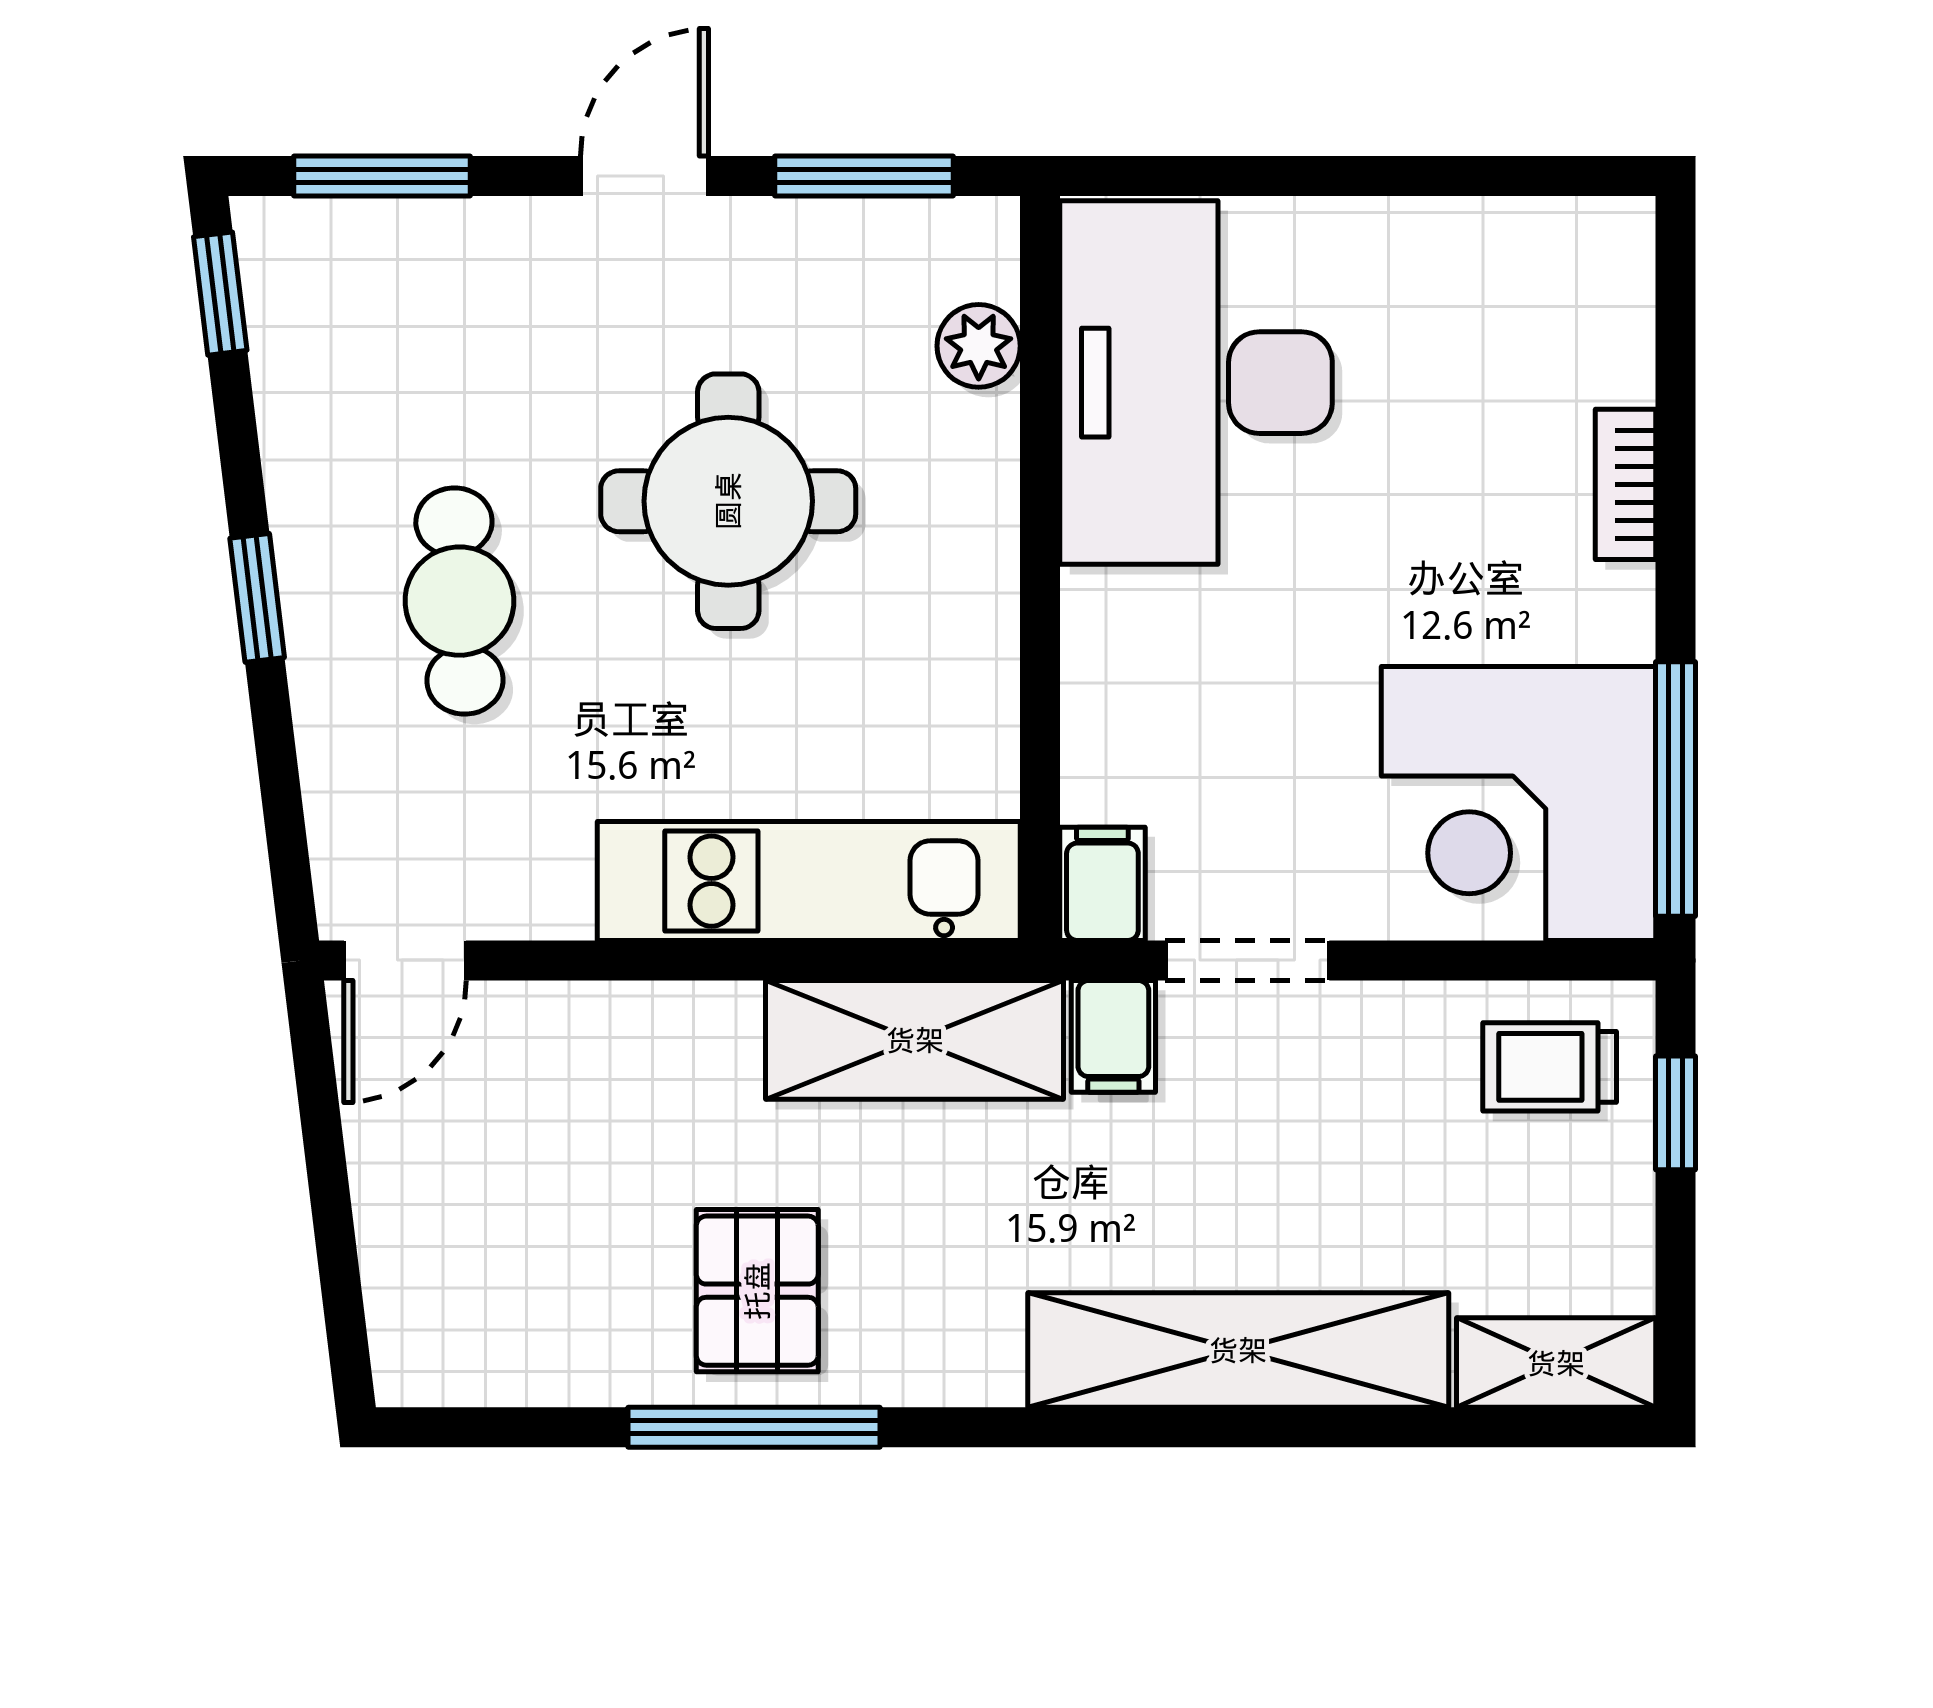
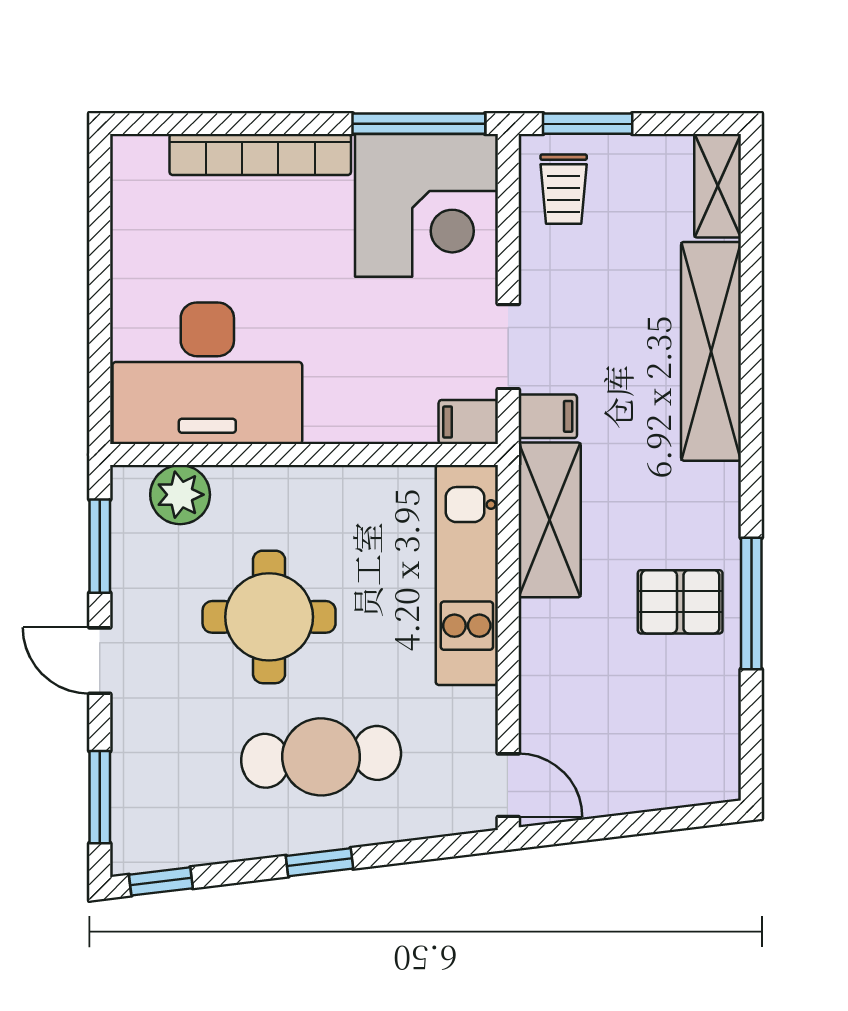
plant: (979, 346) -> (180, 495), width x1.38, depth x1.38
bookcase: (1626, 484) -> (260, 155), width x2.31, depth x1.31
cafe table: (459, 601) -> (321, 757), width x1.37, depth x1.35
window: (1676, 1113) -> (588, 124), width x1.50

